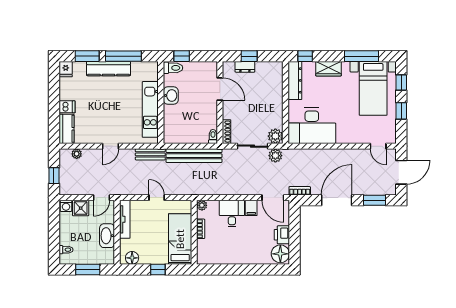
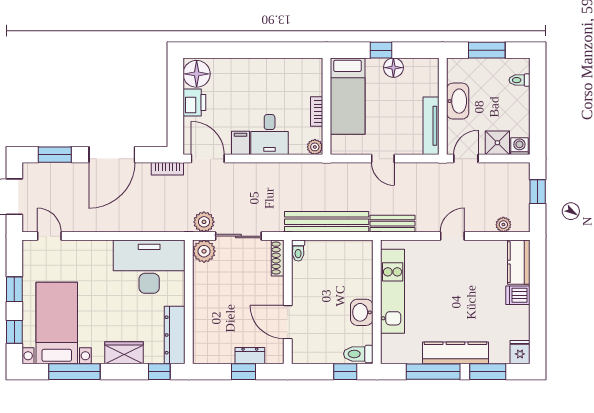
floor lamp: (132, 258) -> (393, 68), moved

